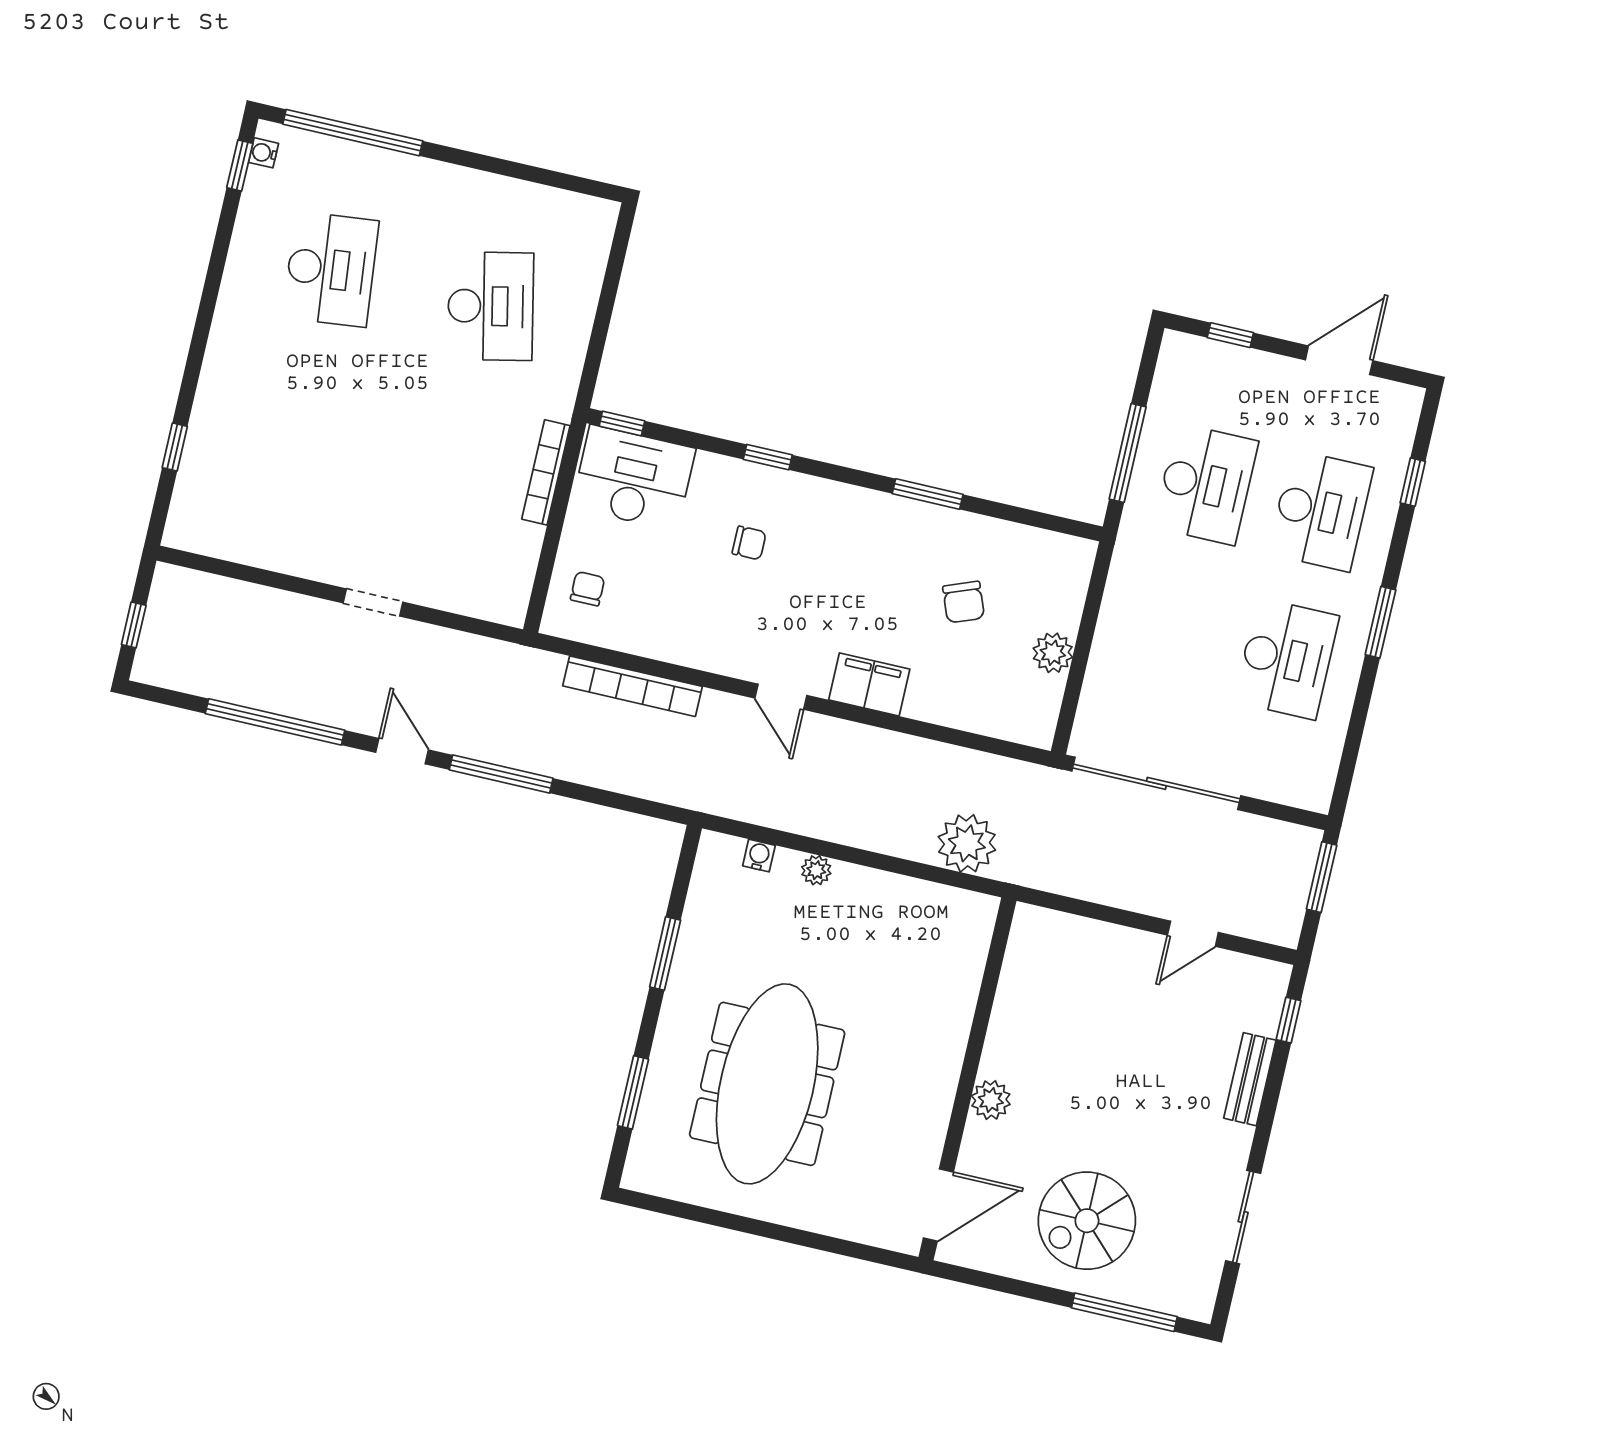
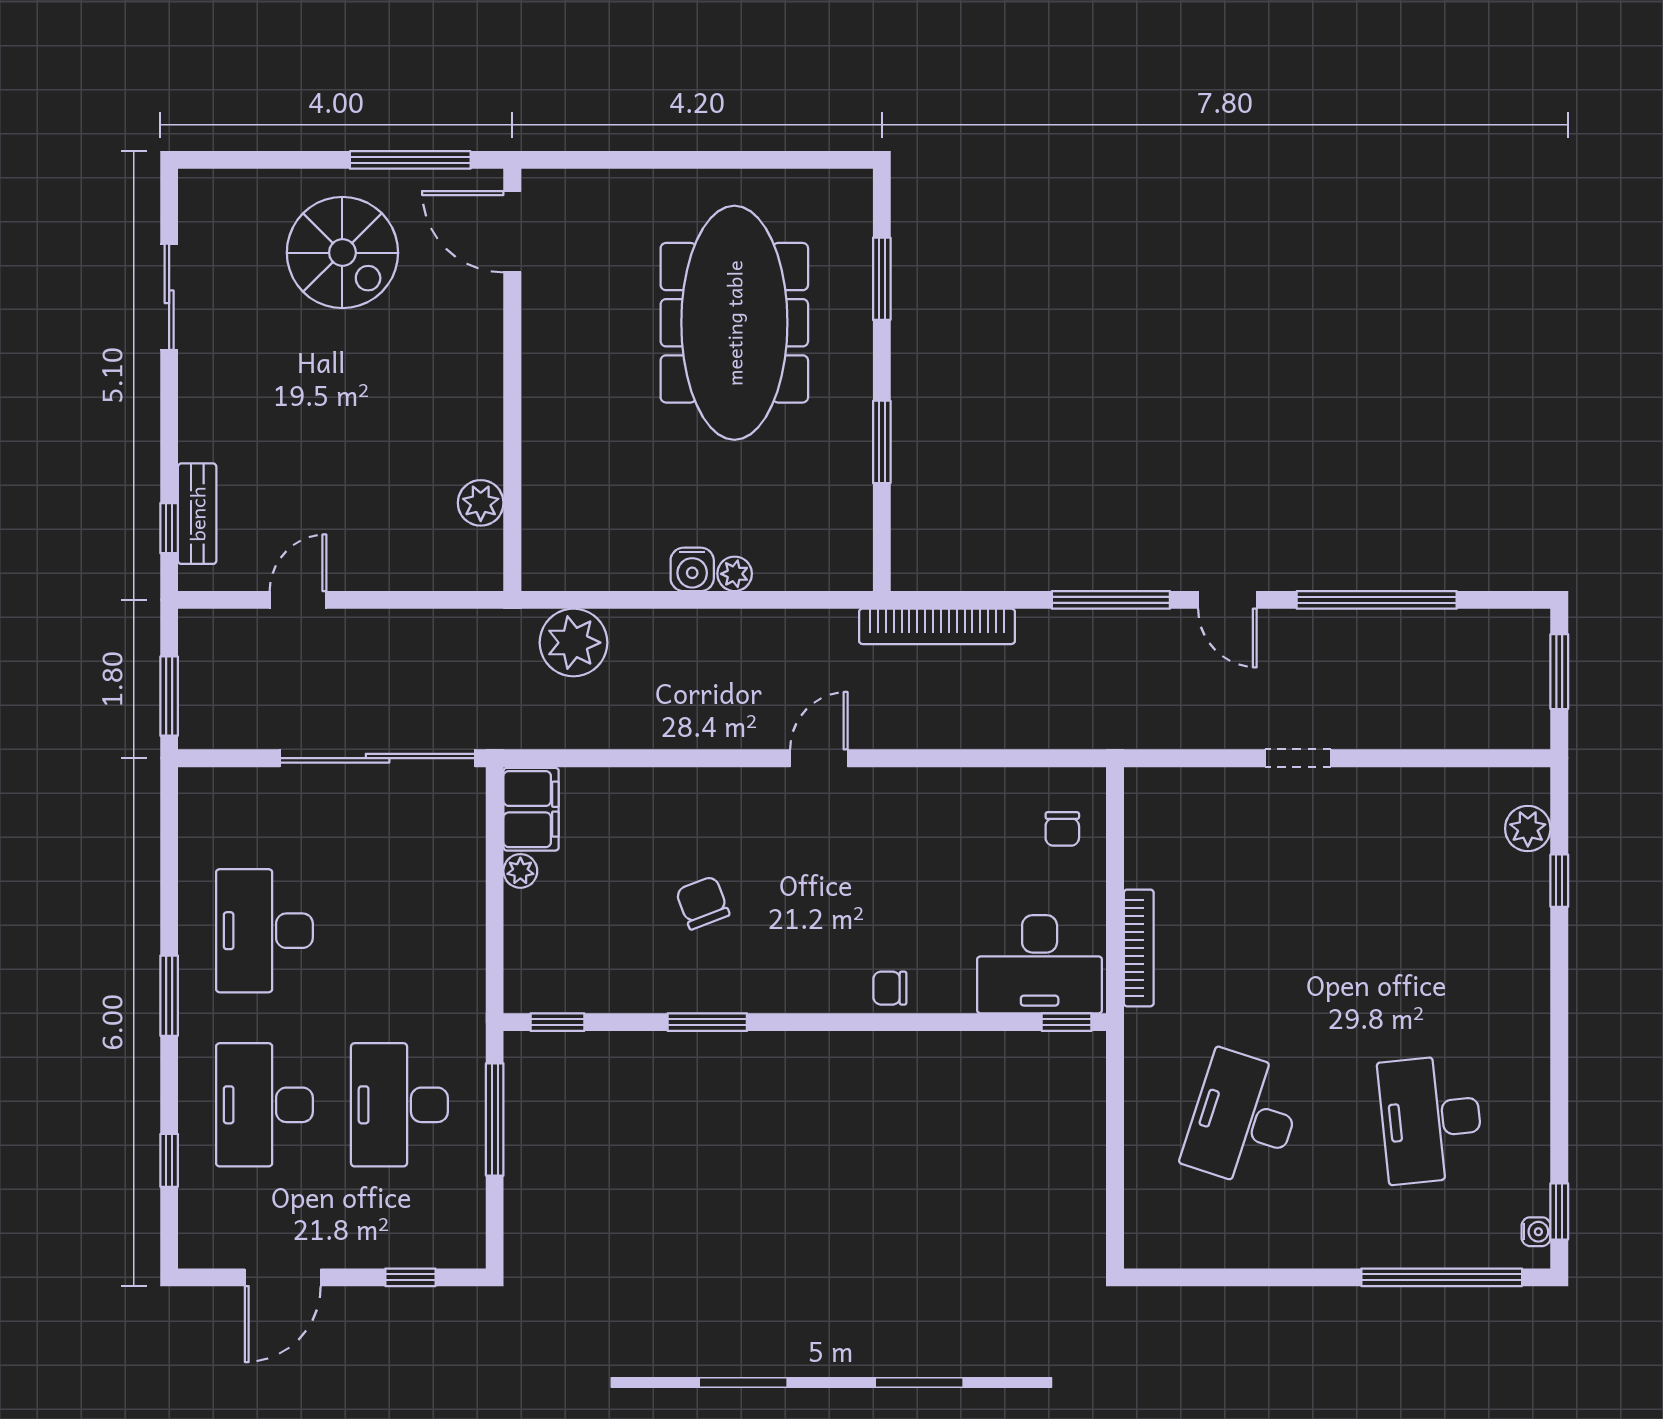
desk: (491, 306) -> (1243, 1119), turned 30
window: (768, 457) -> (557, 1022), moved
plant: (191, 498) -> (1528, 829), added
chair: (749, 543) -> (890, 988), moved
chair: (964, 602) -> (703, 903), moved
window: (134, 625) -> (1559, 672), width x1.50
plant: (1053, 653) -> (520, 871), width x0.73, depth x0.73
filing cabinet: (869, 684) -> (531, 809), moved, turned -90
bookcase: (632, 686) -> (937, 626), moved, turned 180
door: (781, 697) -> (819, 758), hinge flipped
water cooler: (759, 856) -> (692, 569), moved, width x1.38, depth x1.38
bench: (1250, 1079) -> (197, 514), moved
plant: (991, 1100) -> (481, 503), moved
door: (938, 1205) -> (512, 232), hinge flipped
spiral stairs: (1087, 1221) -> (342, 253), turned 90
window: (1124, 1312) -> (410, 160), moved

